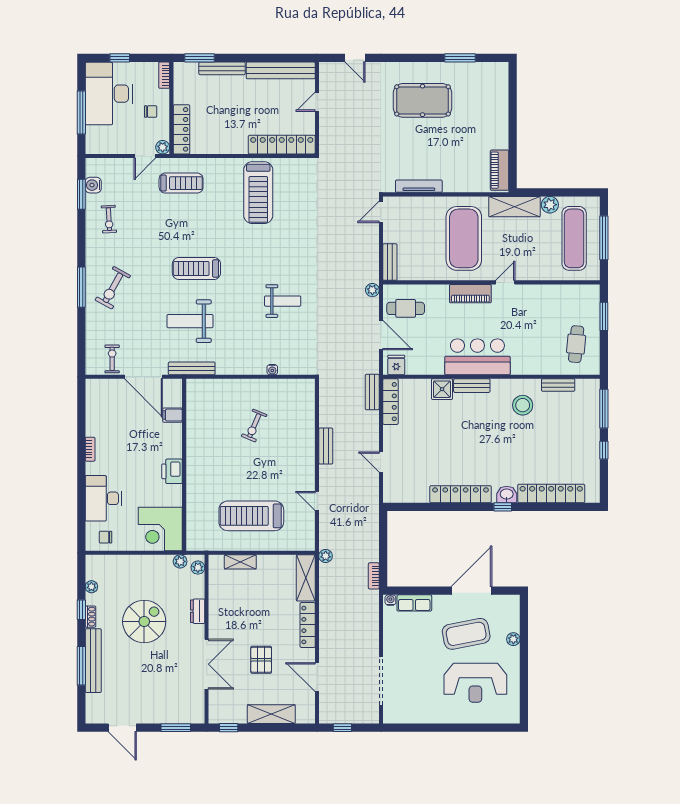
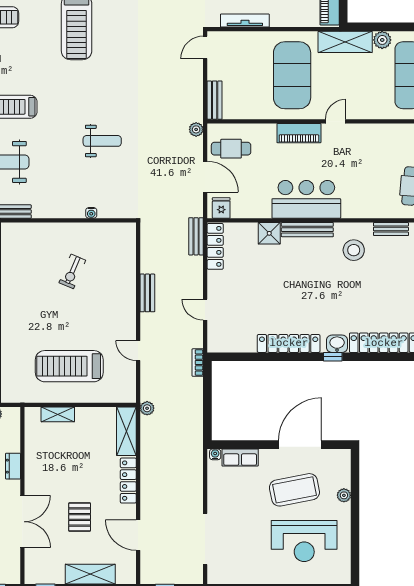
bench: (472, 386) -> (307, 230), width x1.36
plant: (198, 568) -> (13, 420), removed
bookcase: (374, 576) -> (198, 363), moved

